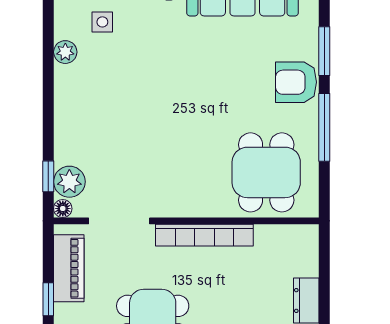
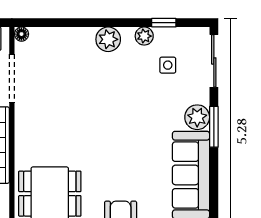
window: (48, 176) -> (164, 23), moved
plant: (69, 182) -> (108, 39), moved

